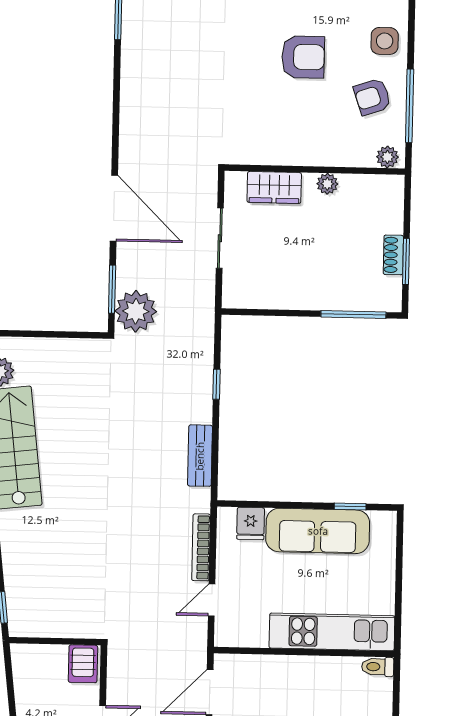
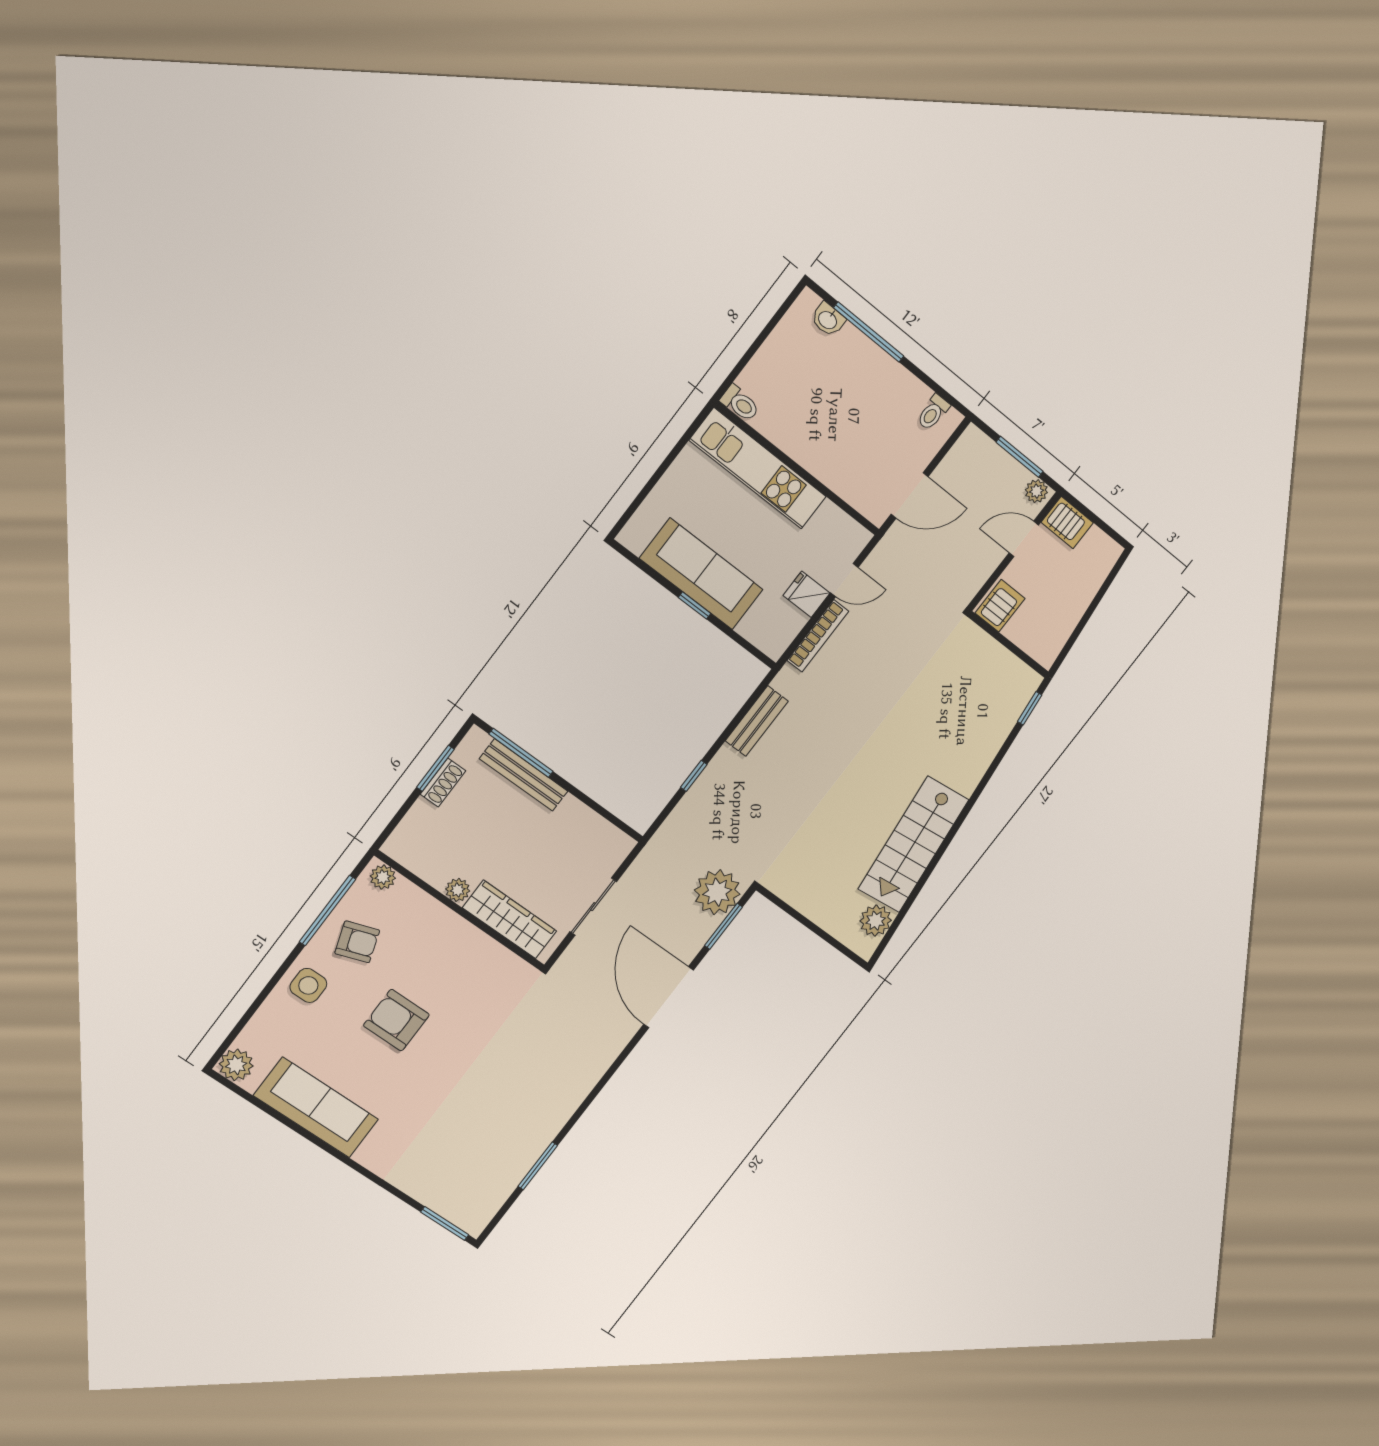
wardrobe: (274, 187) -> (510, 919), width x1.50
bench: (340, 300) -> (524, 775), added
window: (350, 506) -> (695, 606), moved
fridge: (251, 523) -> (806, 594), moved, turned -90

